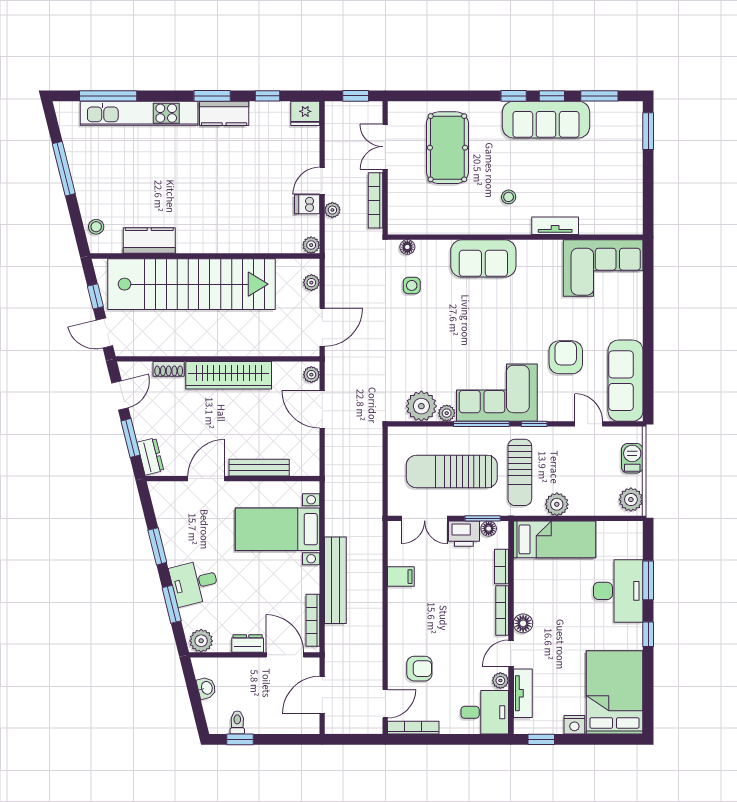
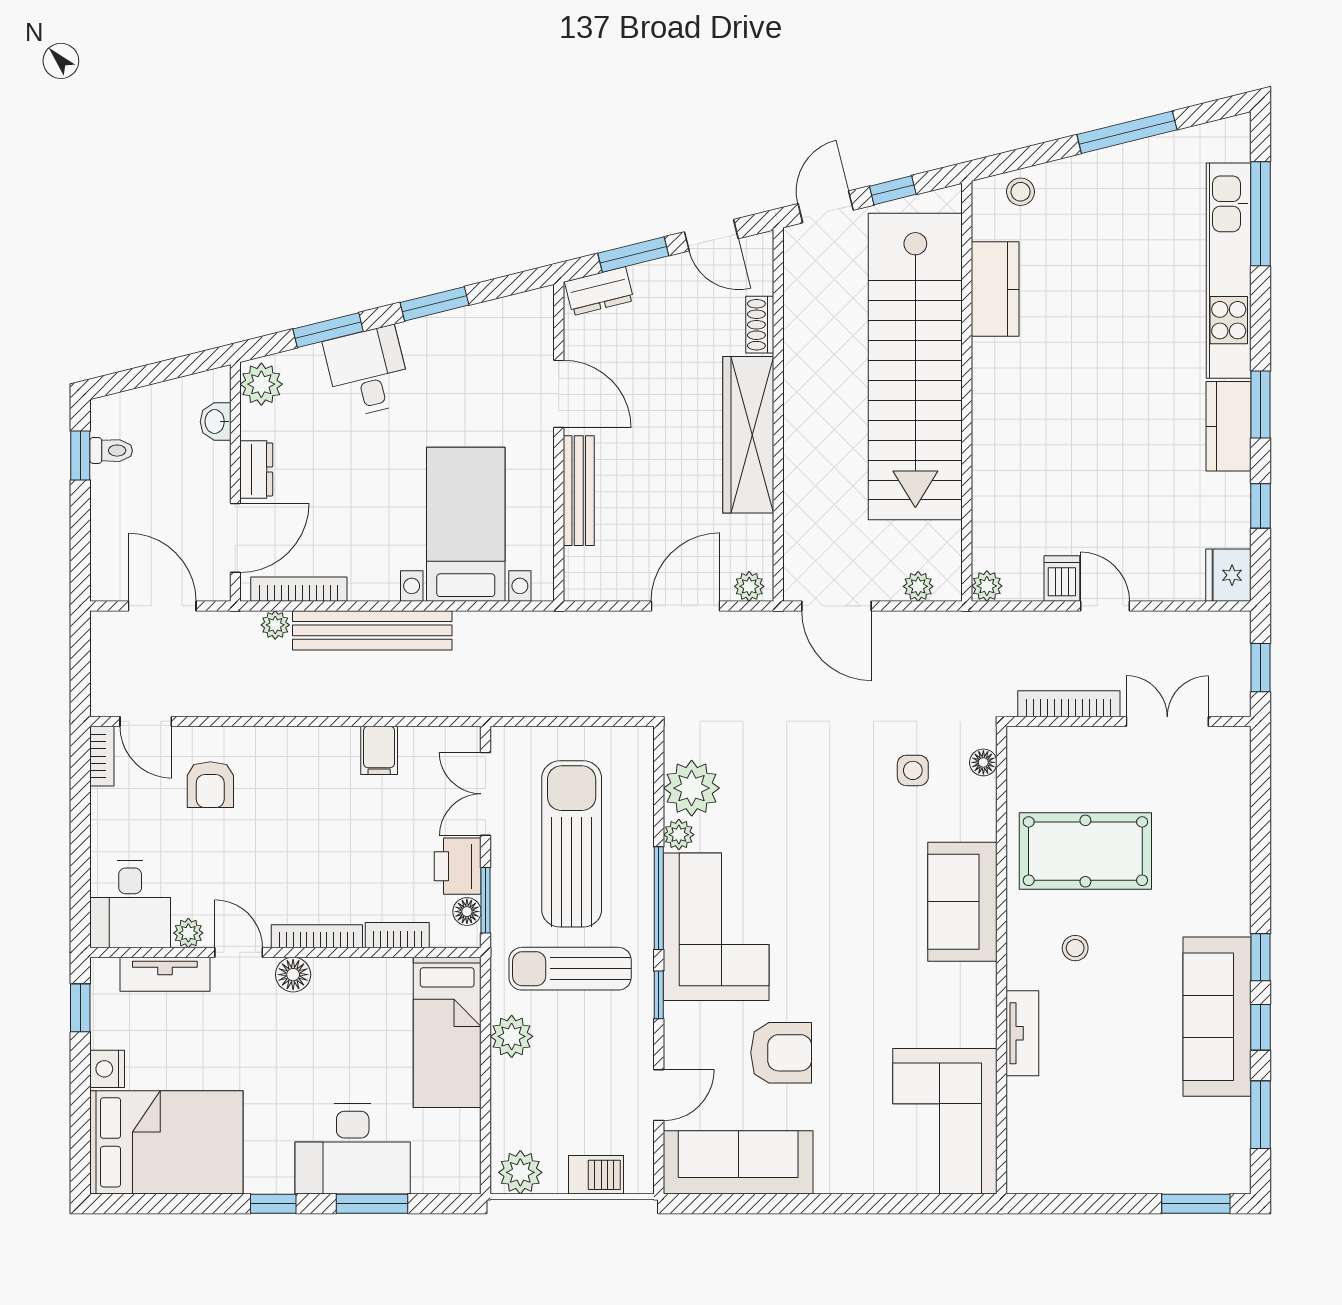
pool table: (447, 148) -> (1085, 851), moved
plant: (332, 210) -> (275, 625), moved
washbasin: (206, 688) -> (216, 422), moved, turned 104
bookcase: (413, 728) -> (102, 756), width x0.64

